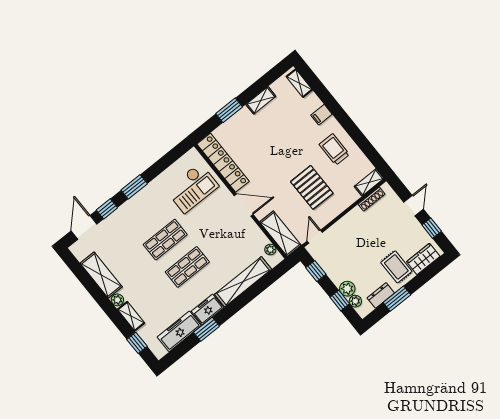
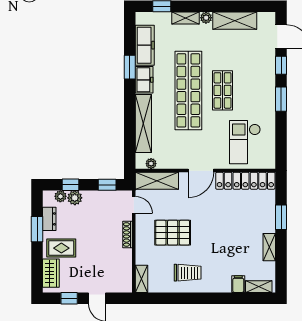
filing cabinet: (321, 115) -> (238, 284), moved
shoe rack: (372, 199) -> (128, 234), moved
shop shelf: (187, 267) -> (188, 90), width x2.00, depth x1.36

